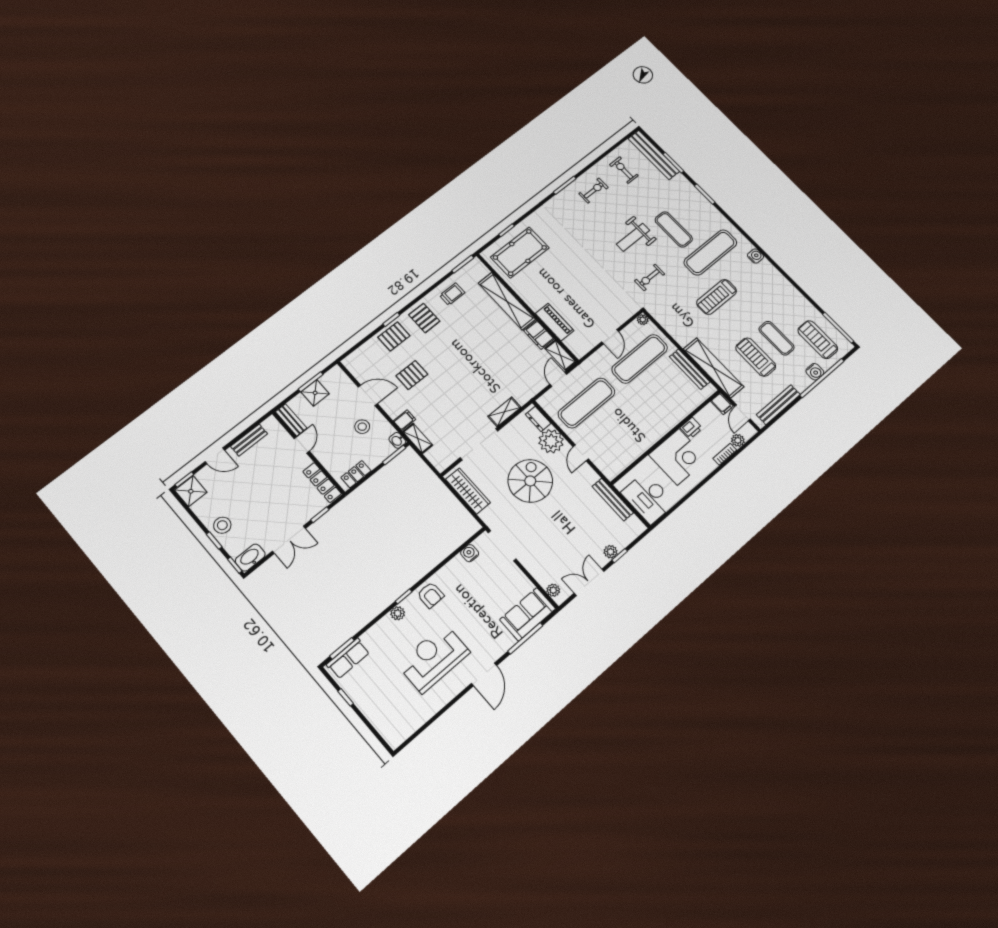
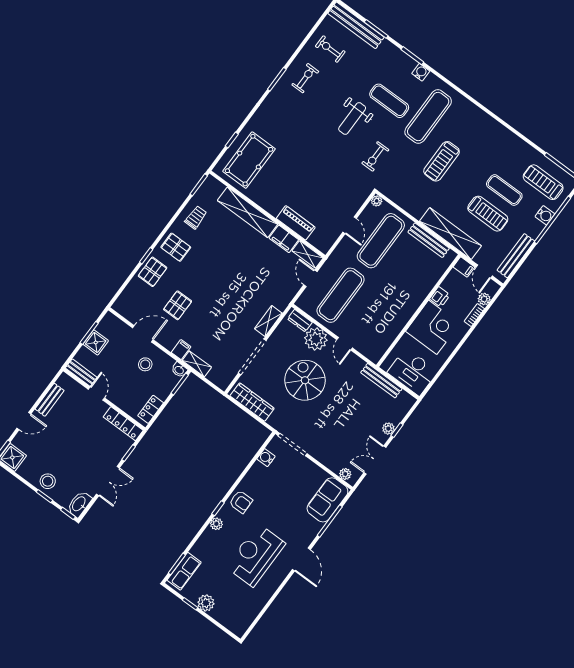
water cooler: (756, 256) -> (421, 72), moved
treadmill: (756, 357) -> (488, 214), turned 180
plant: (364, 700) -> (206, 603), added

